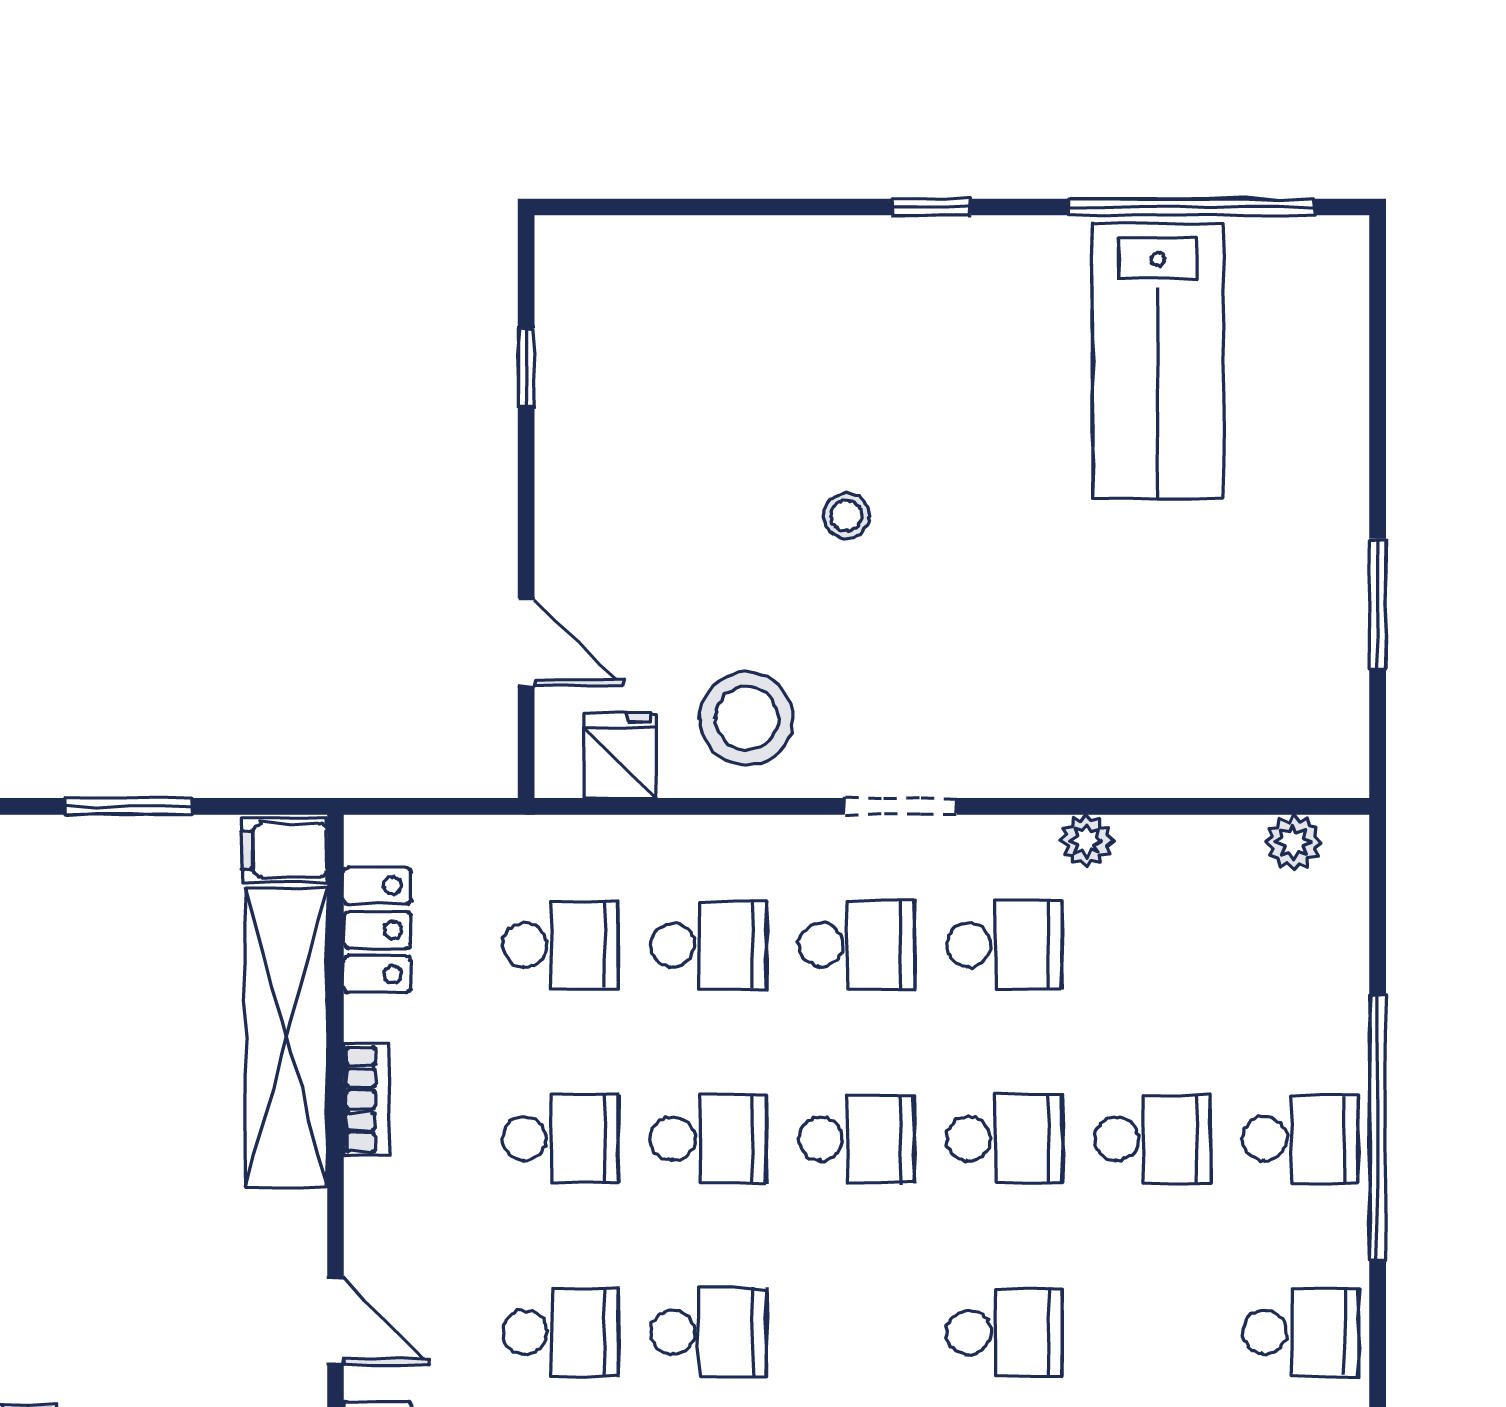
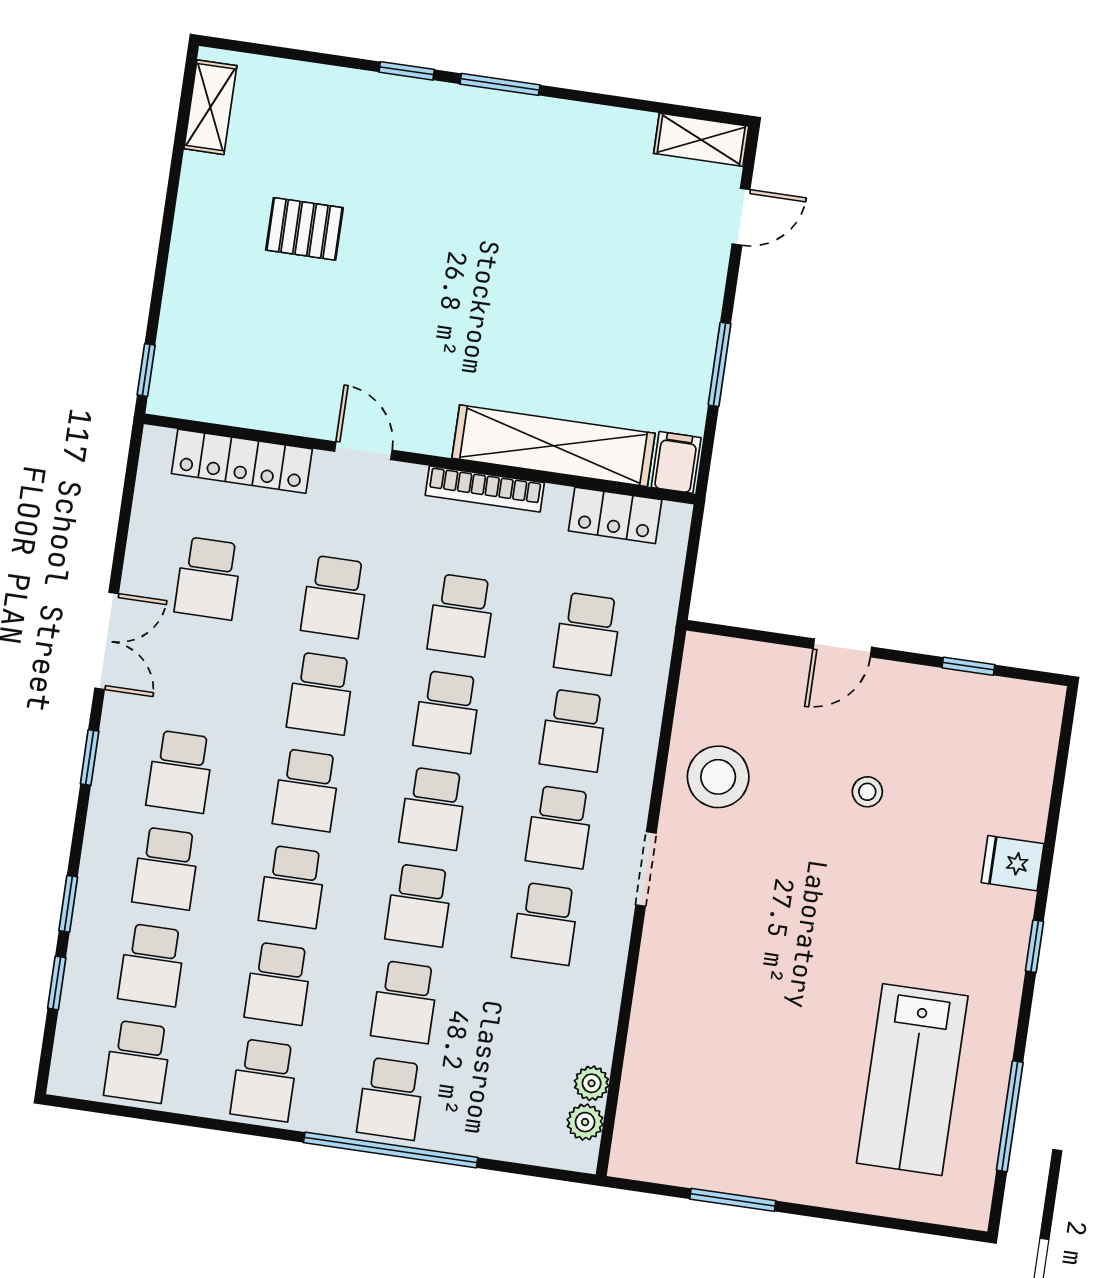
window: (1192, 207) -> (1010, 1116), width x0.68
lab bench: (1158, 361) -> (912, 1080), turned -90
stool: (846, 516) -> (867, 792), moved
door: (526, 642) -> (842, 648), moved
fridge: (620, 755) -> (1013, 863), moved, turned 180
plant: (1086, 841) -> (592, 1083), moved
bookcase: (366, 1099) -> (485, 489), width x1.56
door: (335, 1321) -> (363, 451), swing flipped
school desk: (857, 1332) -> (307, 790), added
school desk: (1153, 1332) -> (278, 983), added

